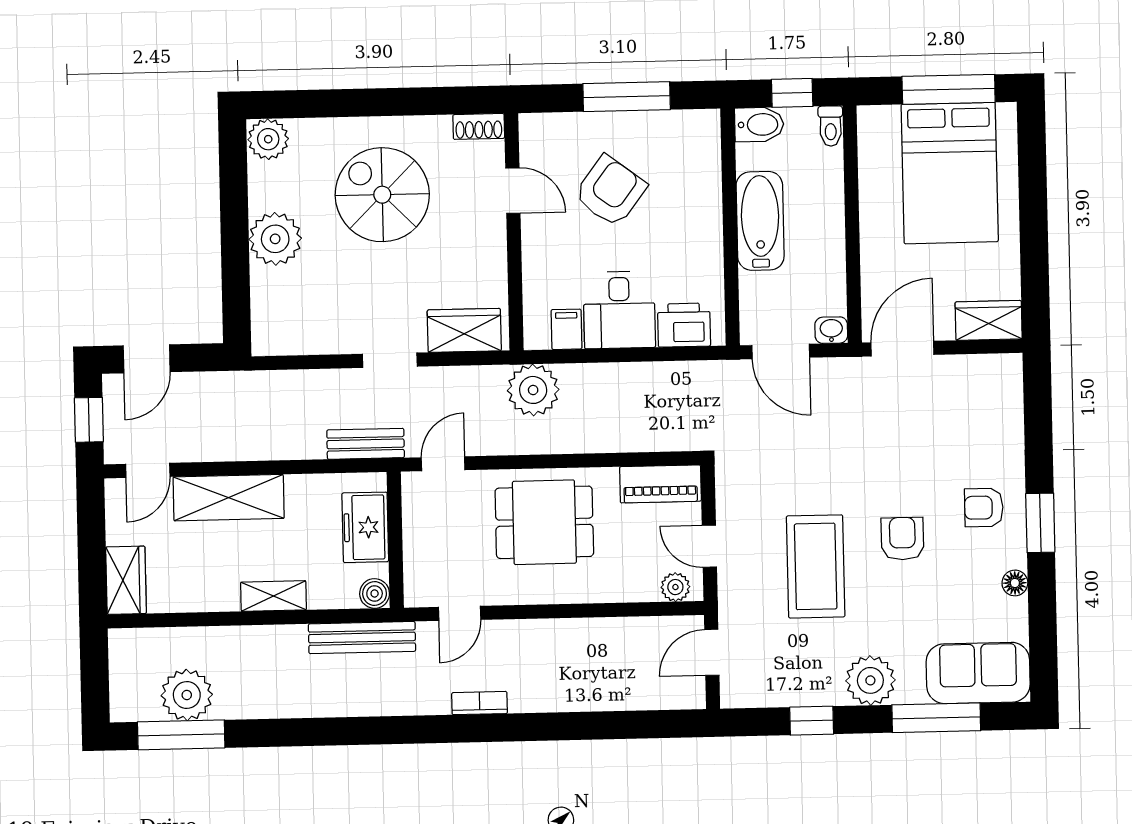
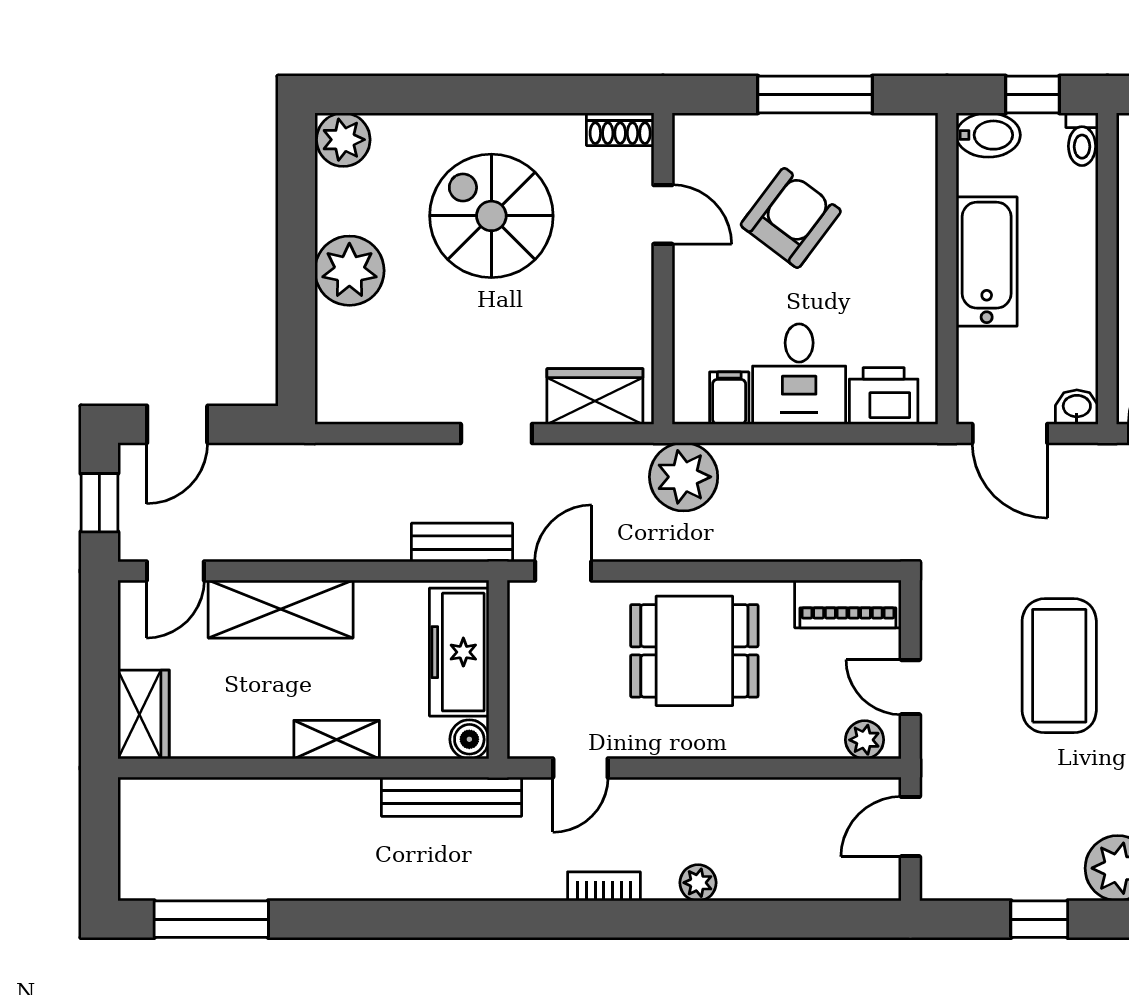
freezer: (365, 527) -> (459, 652), width x1.40
coffee table: (816, 566) -> (1059, 666), moved
plant: (187, 695) -> (698, 883), moved, width x0.53, depth x0.53

